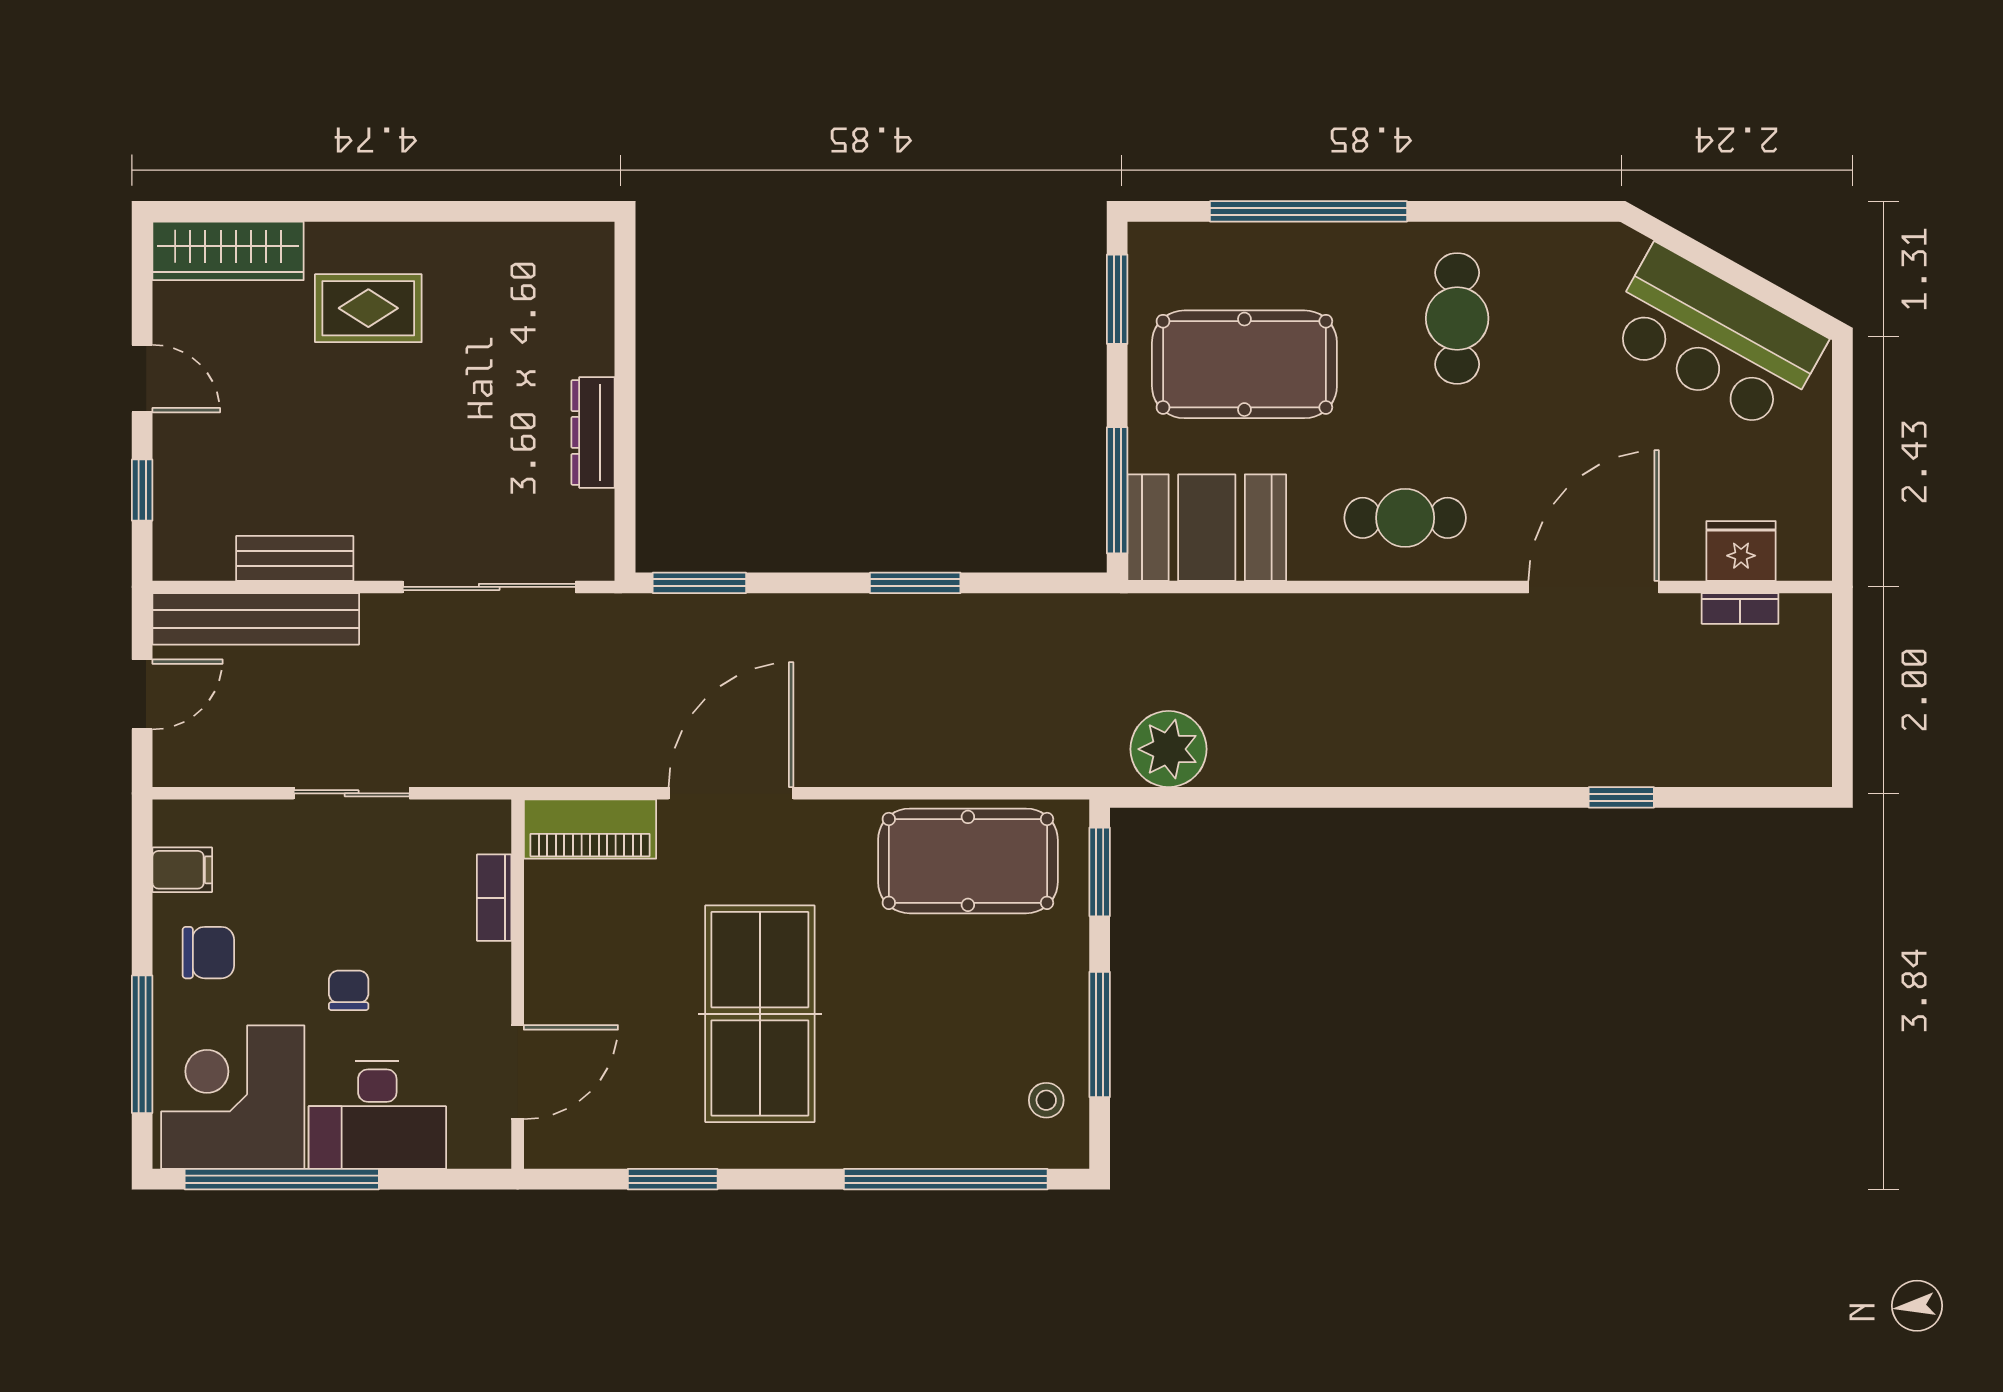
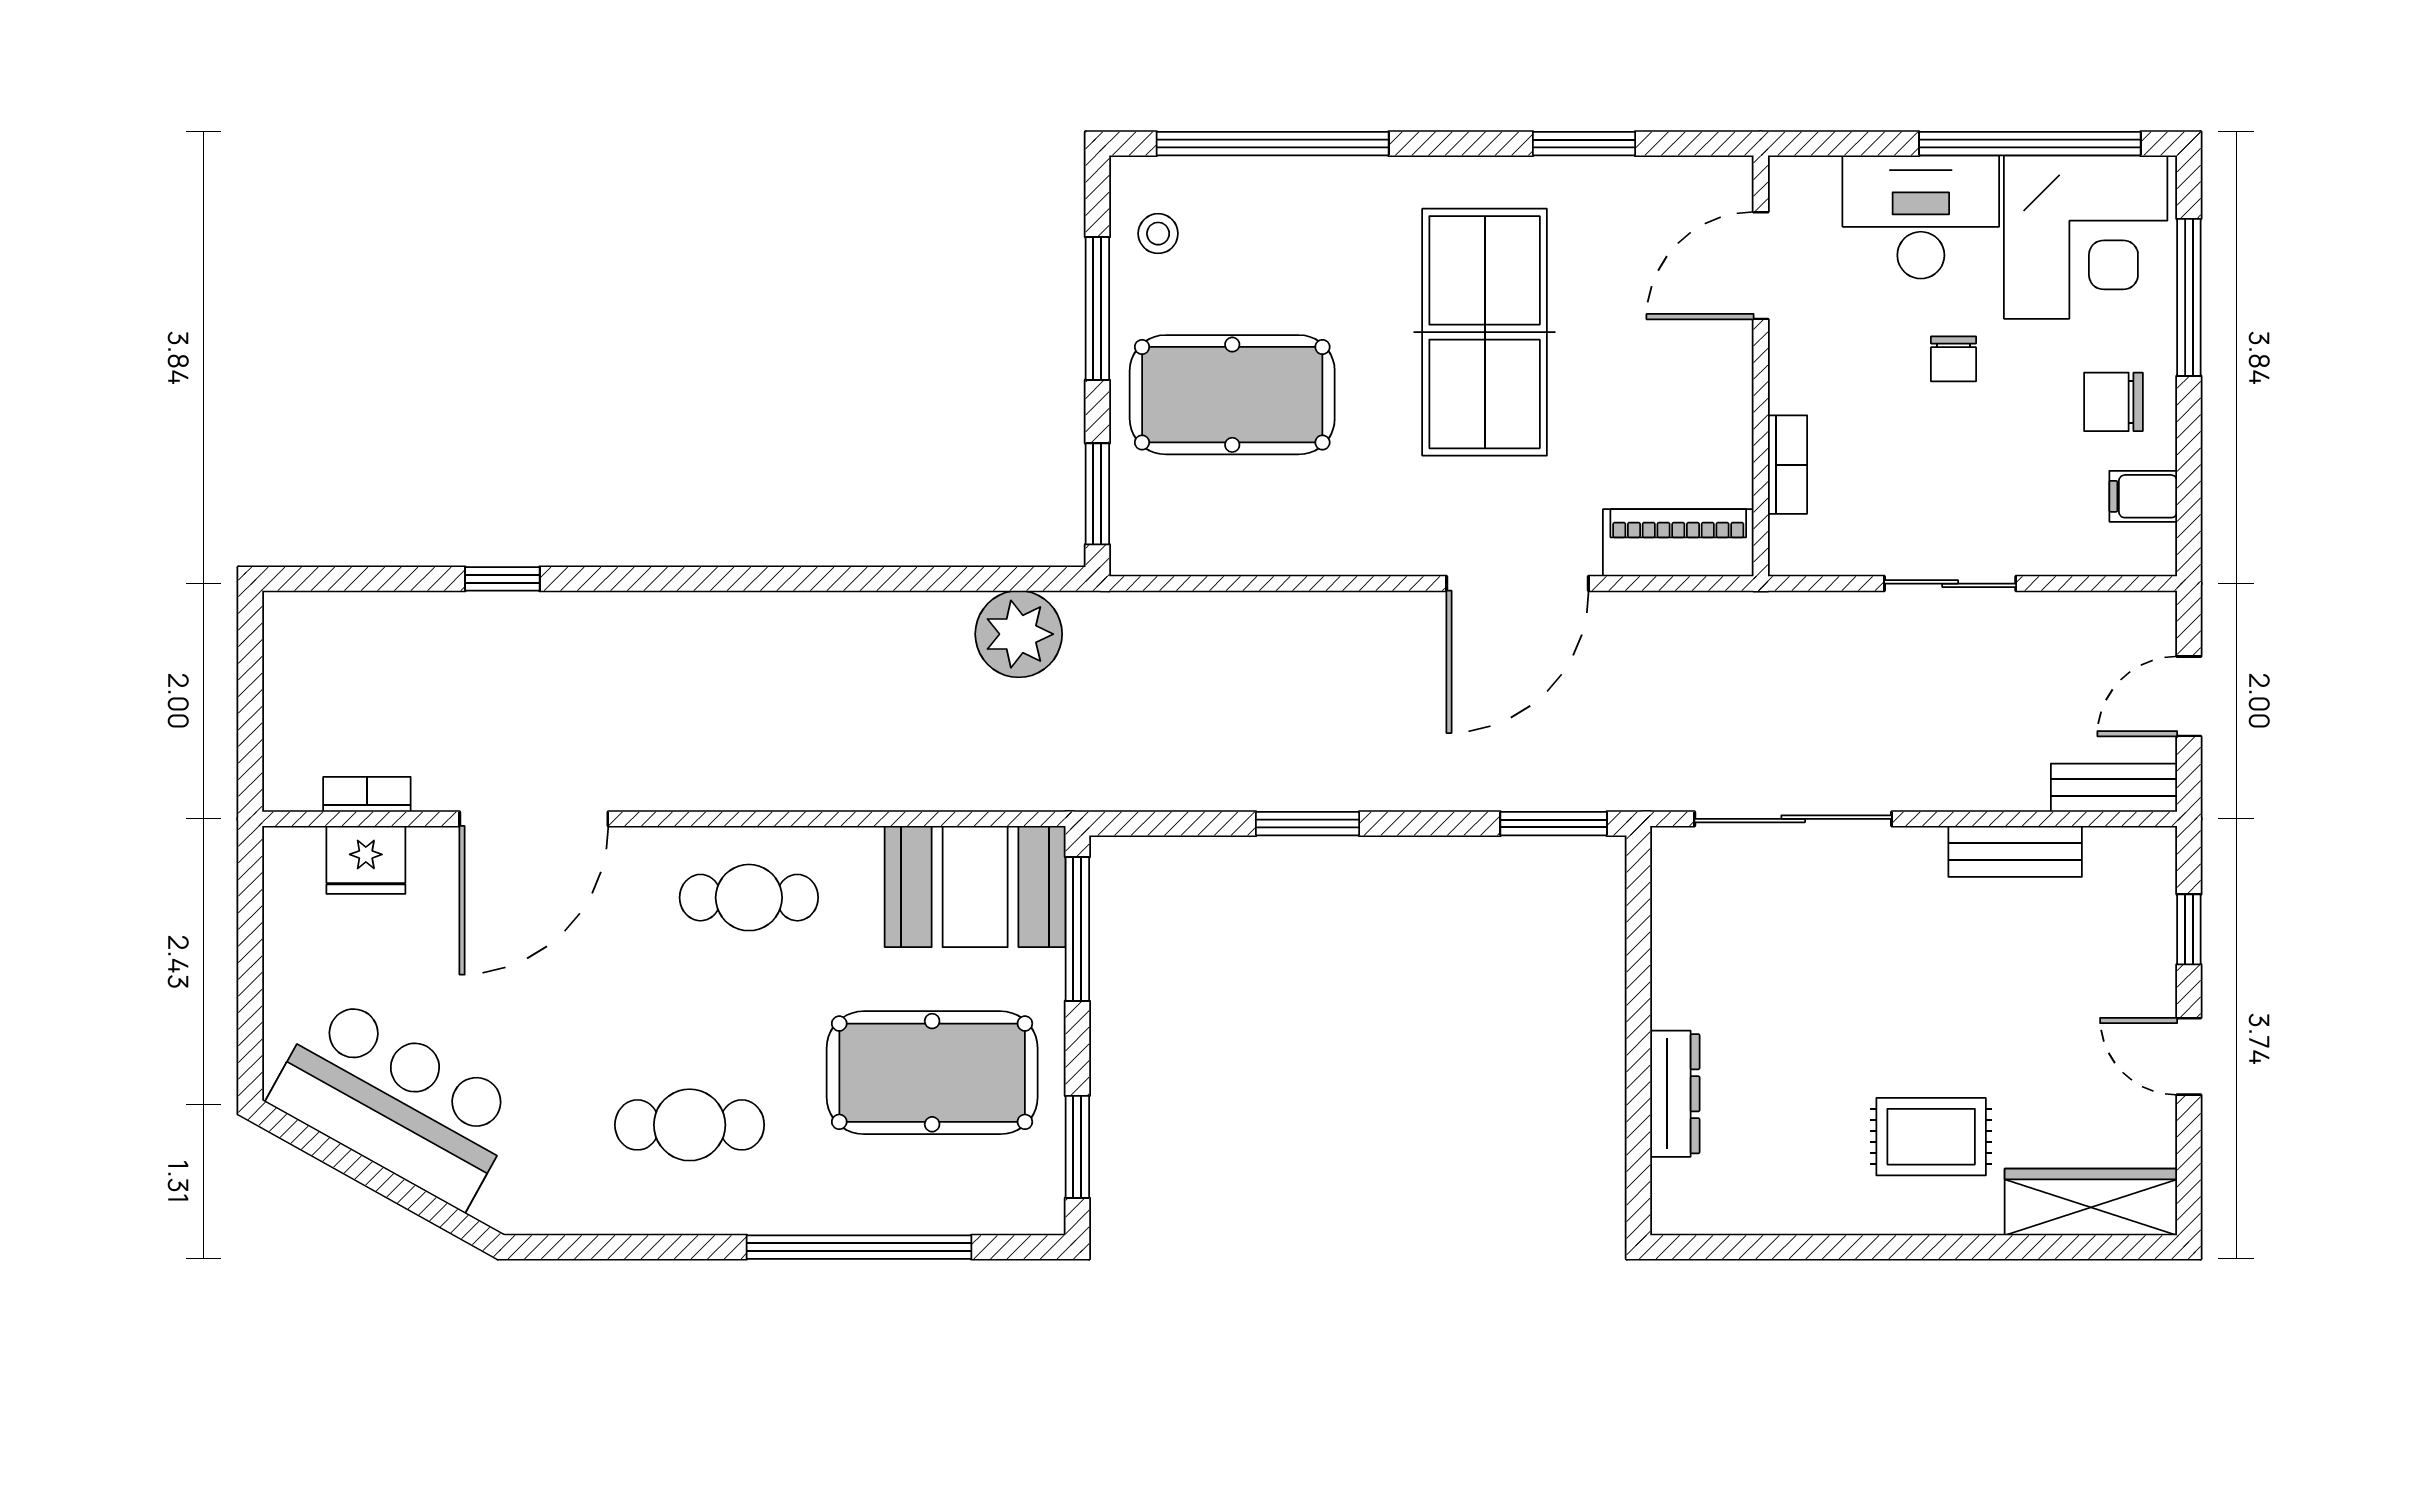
cafe table: (1457, 318) -> (690, 1125), turned 90
dresser: (593, 432) -> (1675, 1094), moved
bench: (256, 619) -> (2114, 788), width x0.54, depth x0.82
pool table: (968, 861) -> (1232, 395), moved

